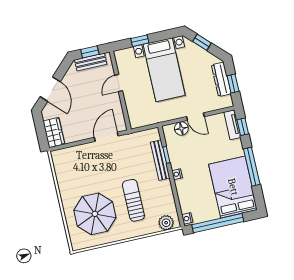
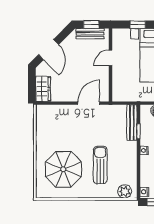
bench: (160, 160) -> (132, 123), moved

